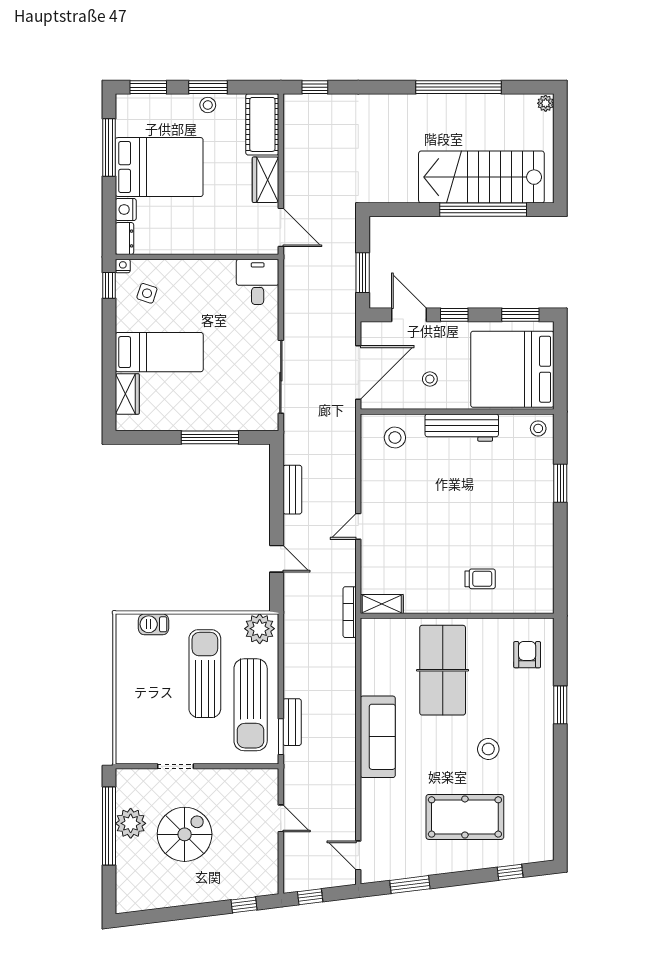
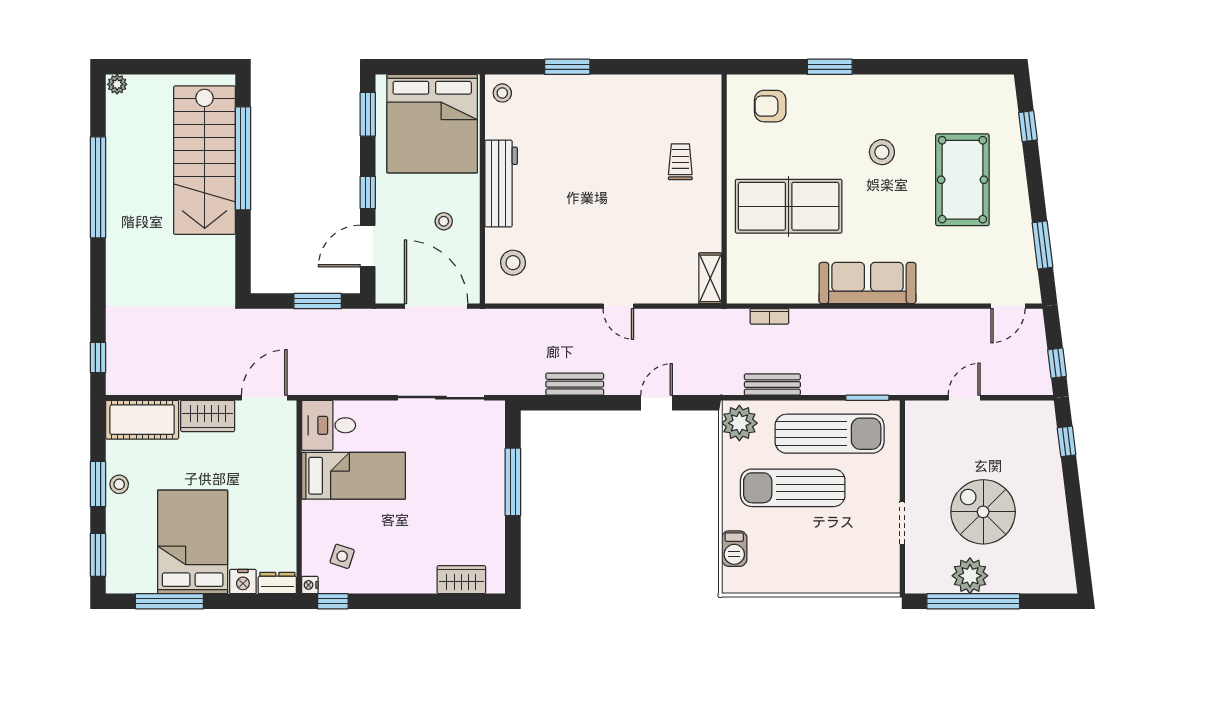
bed: (159, 352) -> (354, 476), moved, turned 90
bookcase: (350, 612) -> (769, 316), moved, width x0.64
bench: (292, 722) -> (772, 385), moved

